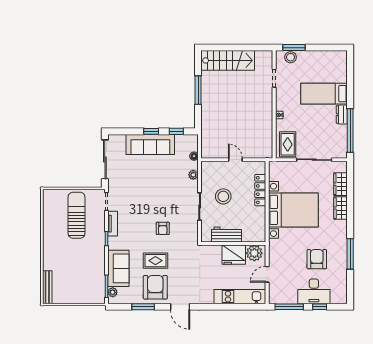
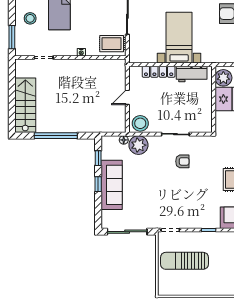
stool: (291, 57) -> (30, 18), moved
window: (198, 90) -> (56, 136), width x1.46
plant: (193, 175) -> (138, 145), width x1.87, depth x1.87
stool: (223, 196) -> (140, 123), moved
bed with nightstands: (293, 210) -> (179, 38), width x0.73
tv unit: (113, 224) -> (193, 224), removed
armchair: (163, 228) -> (182, 161), moved
workbench: (226, 234) -> (192, 74), moved, turned -90

